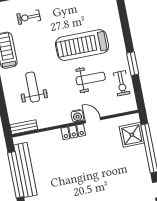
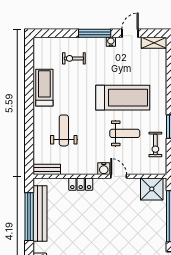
treadmill: (82, 45) -> (123, 98), turned 180
locker: (73, 132) -> (81, 184), moved
shower: (132, 135) -> (152, 189), moved

